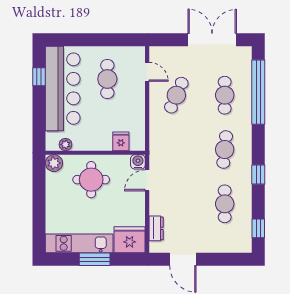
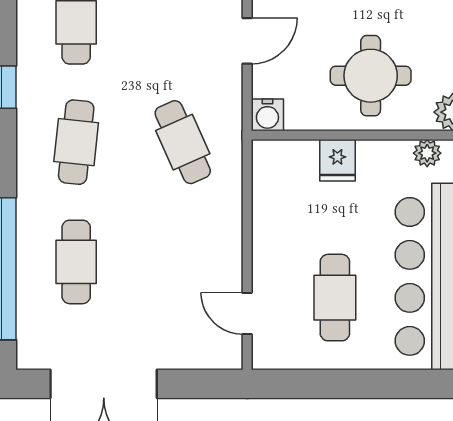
cafe table: (176, 95) -> (183, 142), moved, turned -48
fridge: (121, 141) -> (337, 160), moved
door: (147, 180) -> (247, 41), moved

